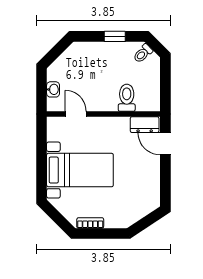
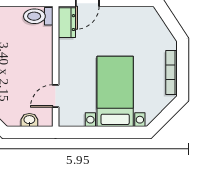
toilet: (127, 98) -> (38, 16), moved
bookcase: (90, 223) -> (171, 73), width x1.56

